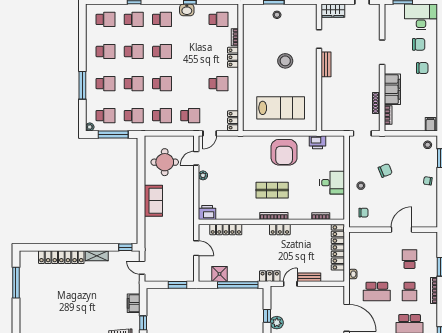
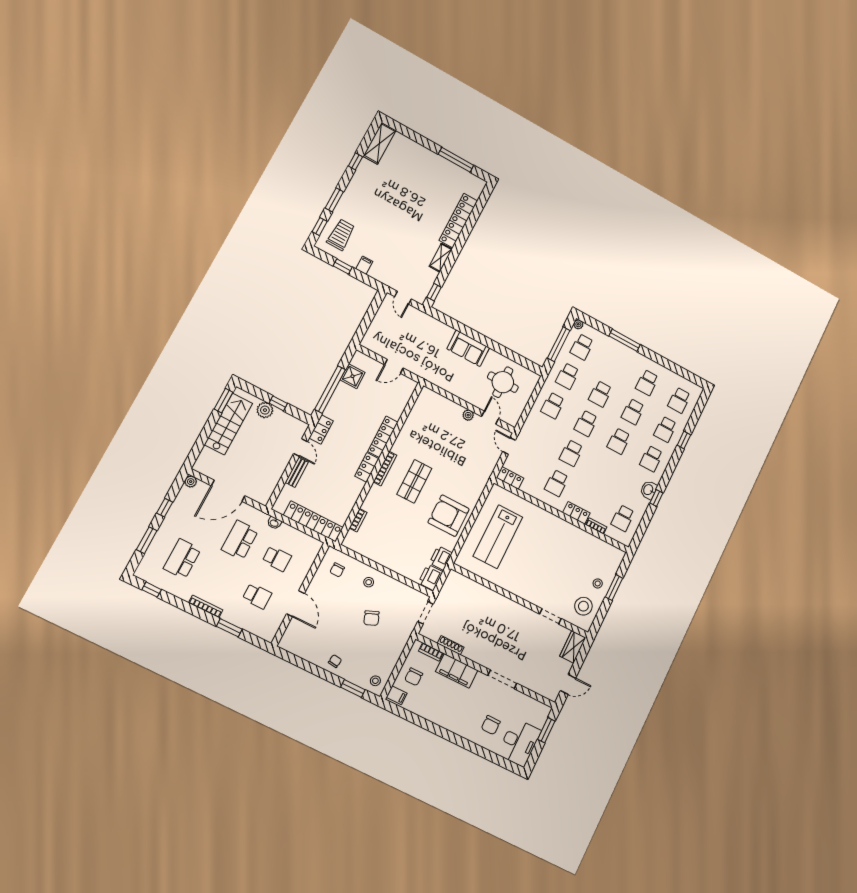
stool: (285, 61) -> (583, 606), moved
bench: (326, 64) -> (520, 610), removed
chair: (422, 68) -> (414, 677), moved
school desk: (105, 84) -> (615, 365), removed
school desk: (190, 116) -> (571, 453), moved
desk: (332, 183) -> (388, 552), removed
printer: (207, 212) -> (430, 577), moved, turned 180
locker: (226, 229) -> (383, 437), moved
door: (142, 268) -> (403, 298), swing flipped
window: (177, 285) -> (365, 325), removed
school desk: (410, 292) -> (277, 559), moved, turned 180
filing cabinet: (134, 303) -> (364, 265), width x0.50

